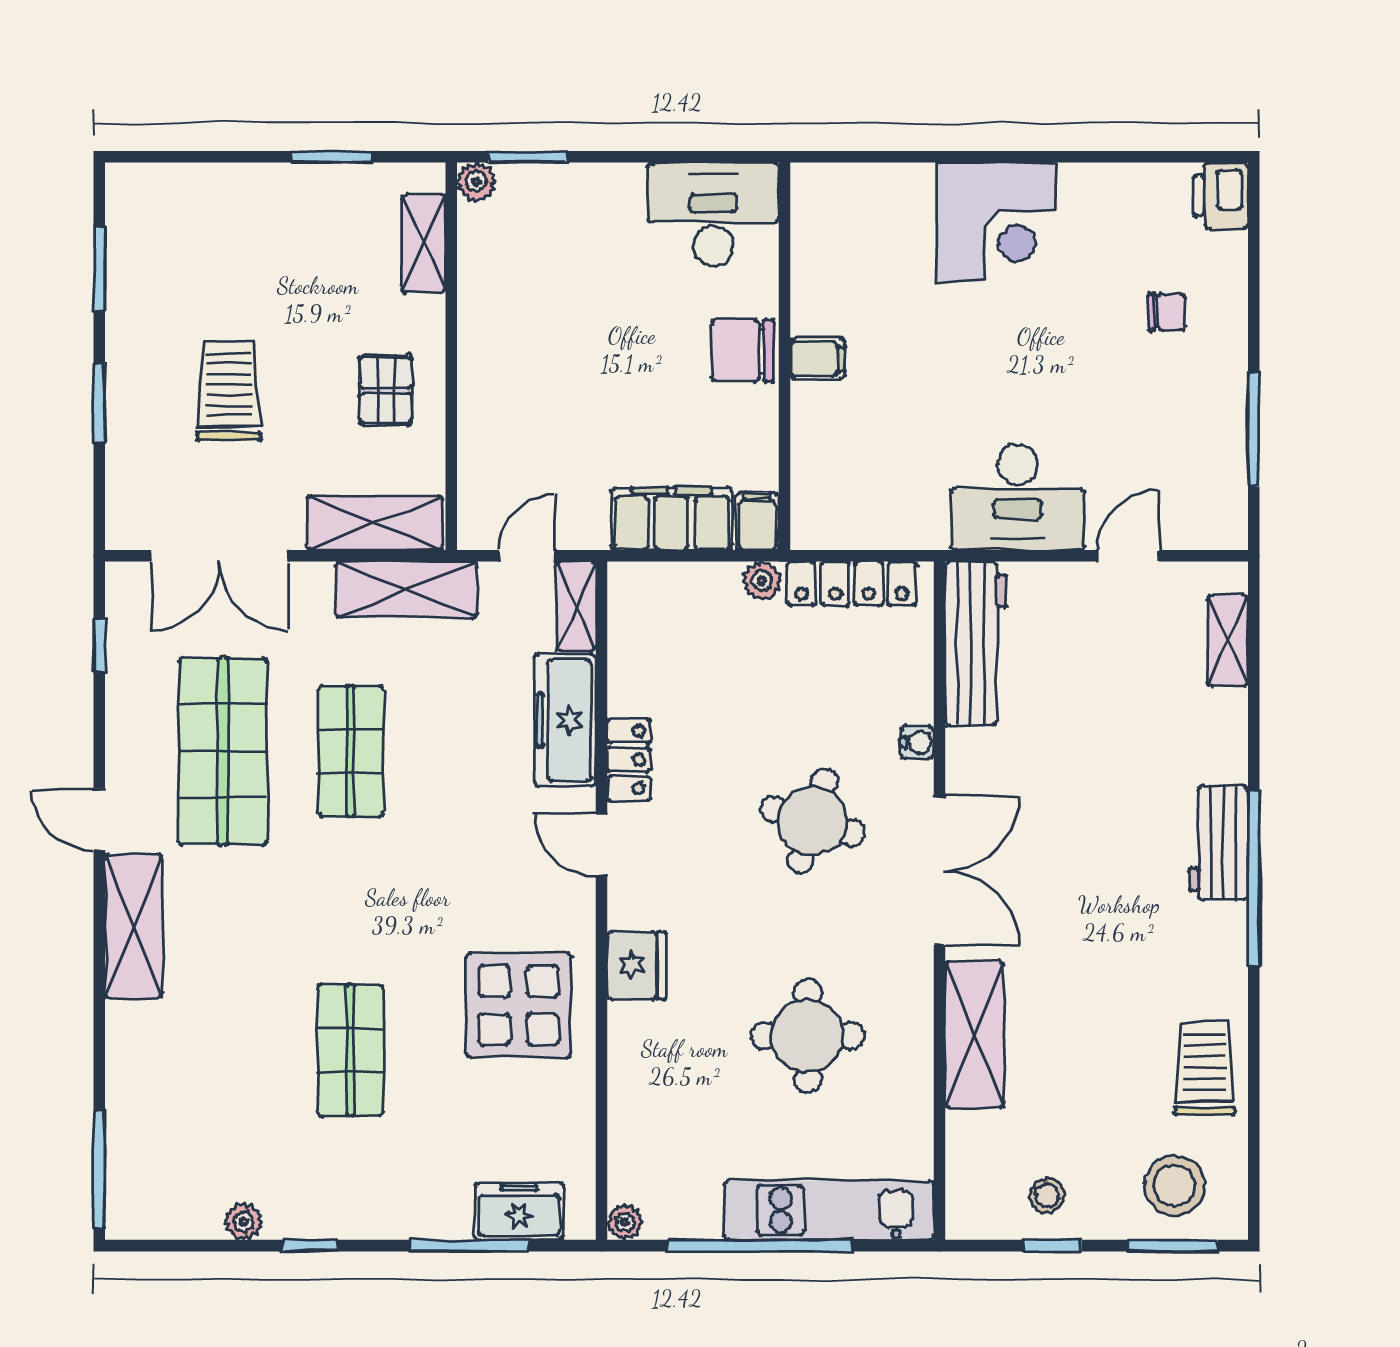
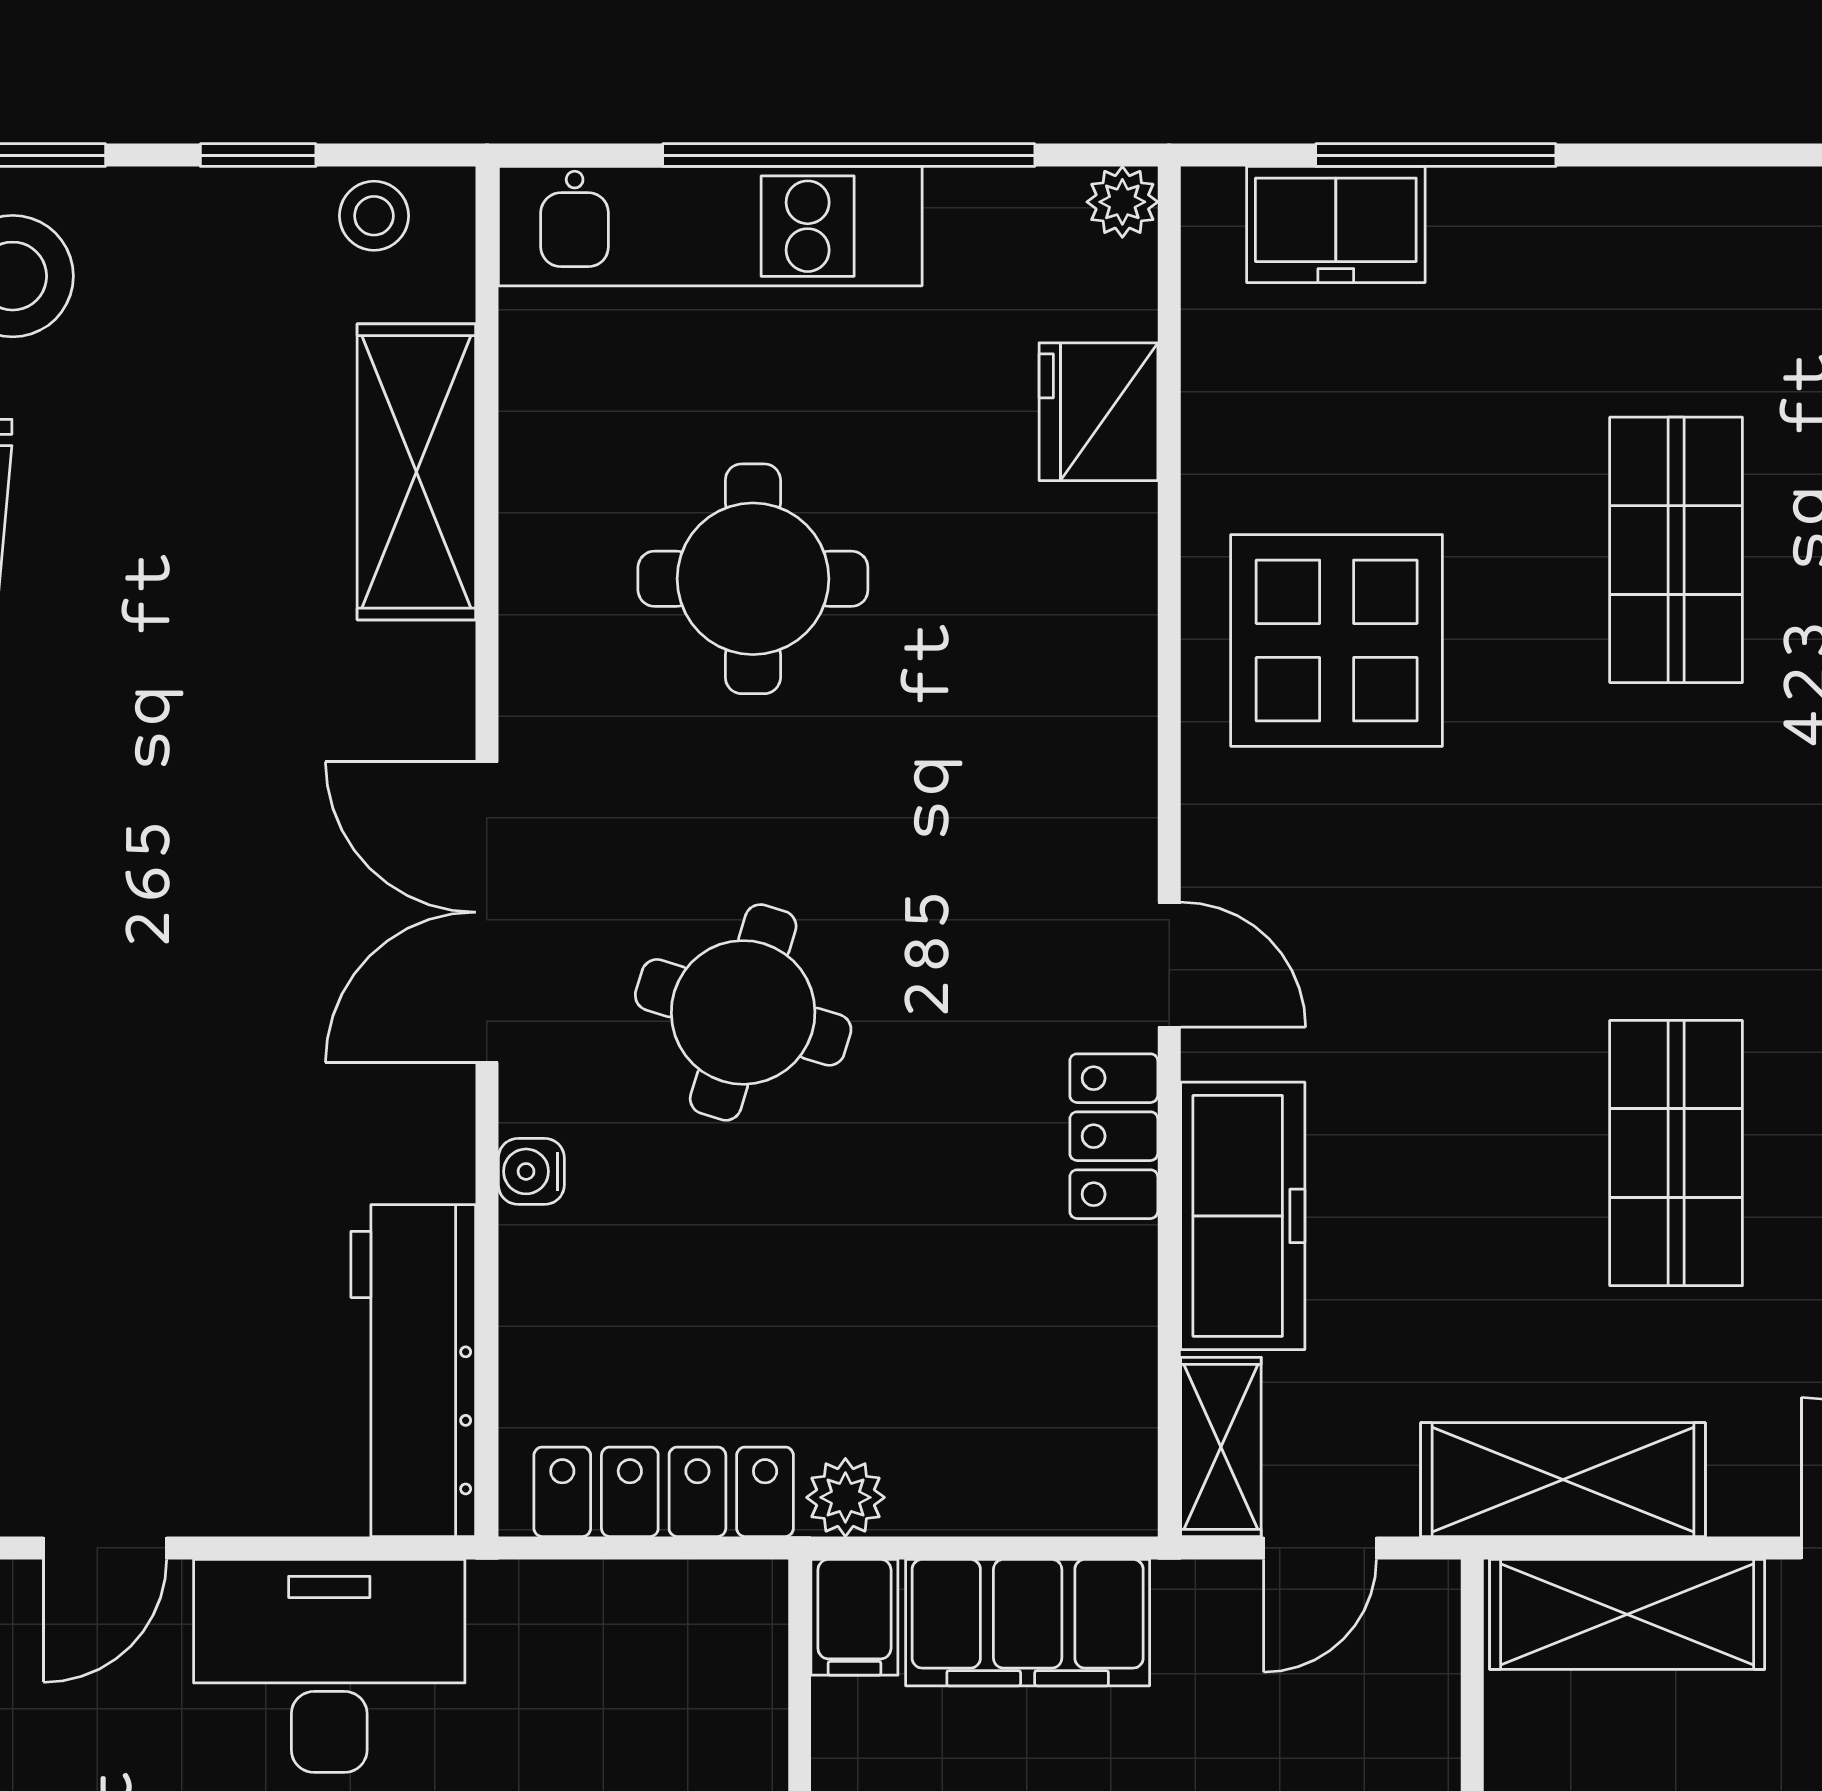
fridge: (637, 965) -> (1098, 412), moved
shelving: (974, 1035) -> (416, 472), moved
stool: (1046, 1195) -> (374, 216), moved
window: (310, 1246) -> (1758, 155), removed

